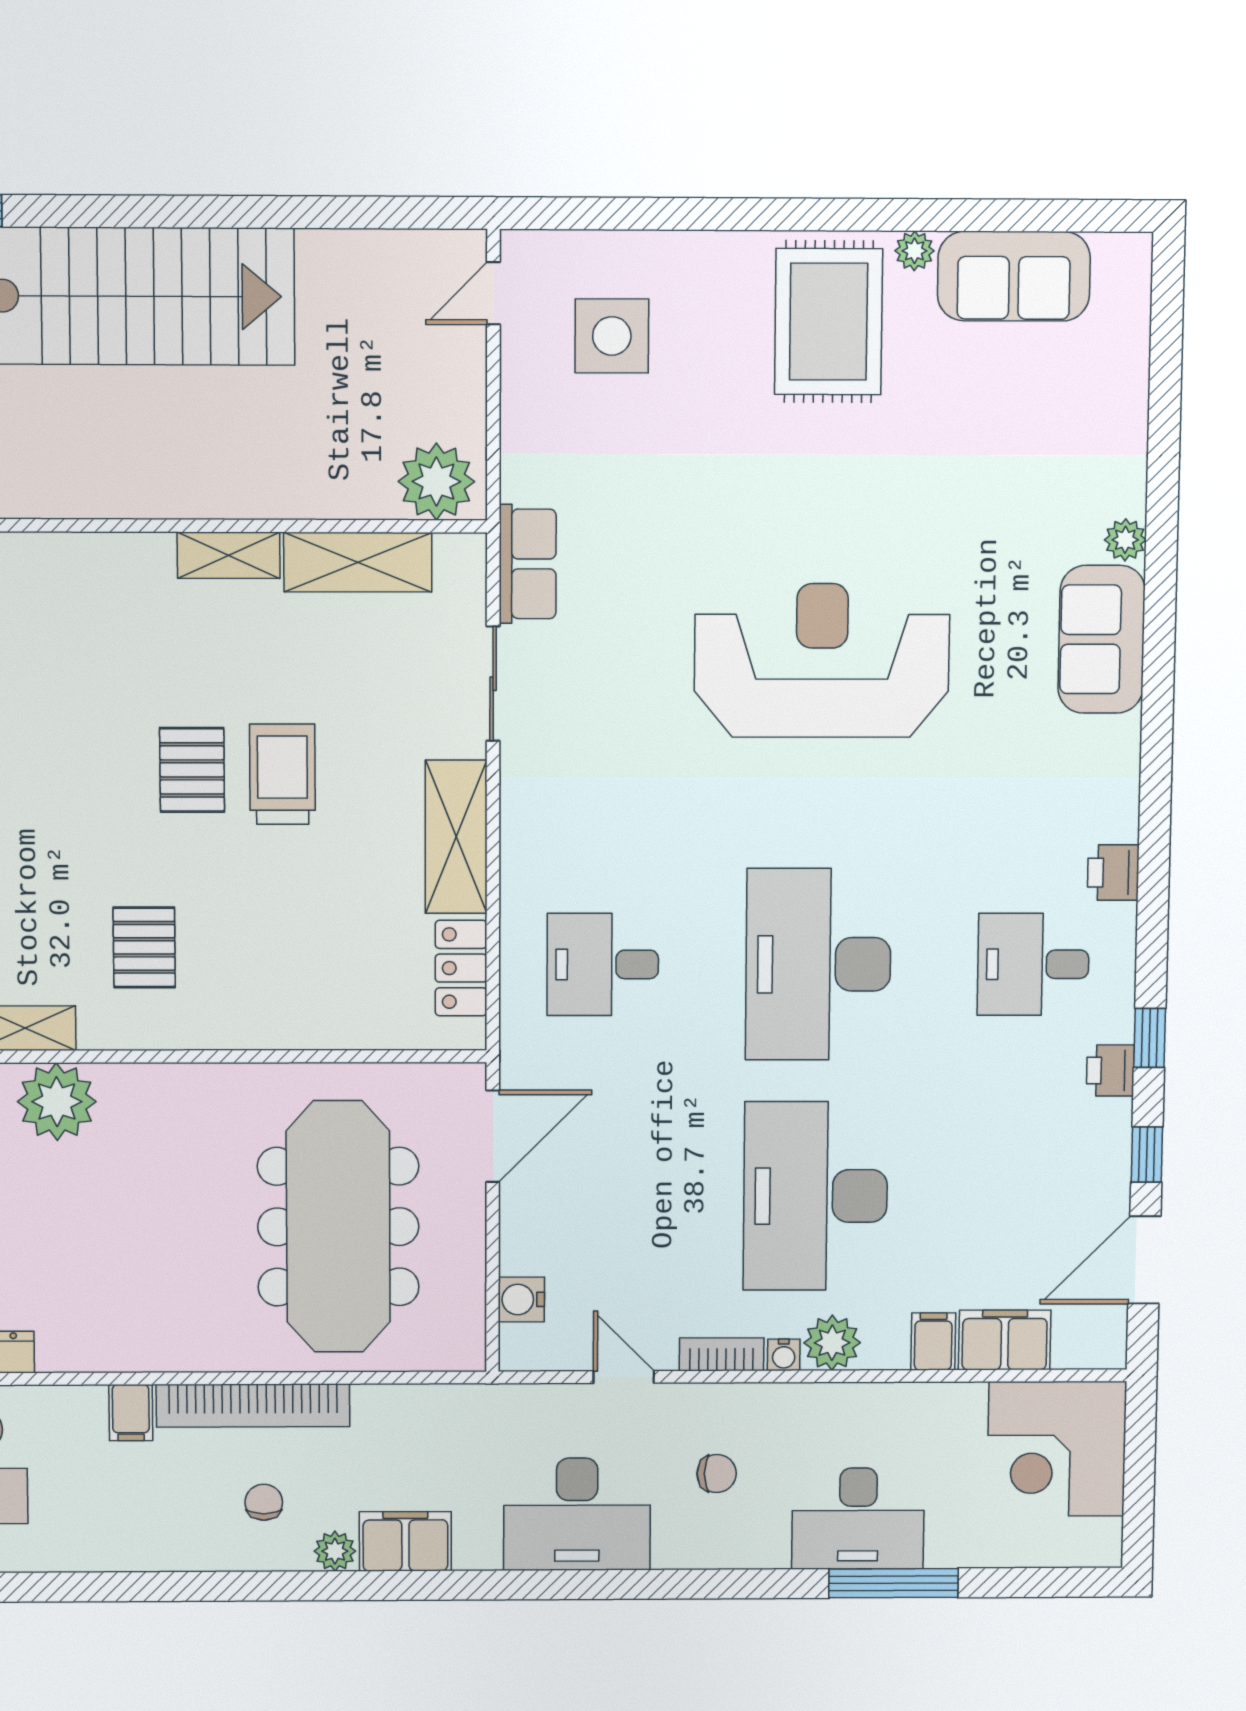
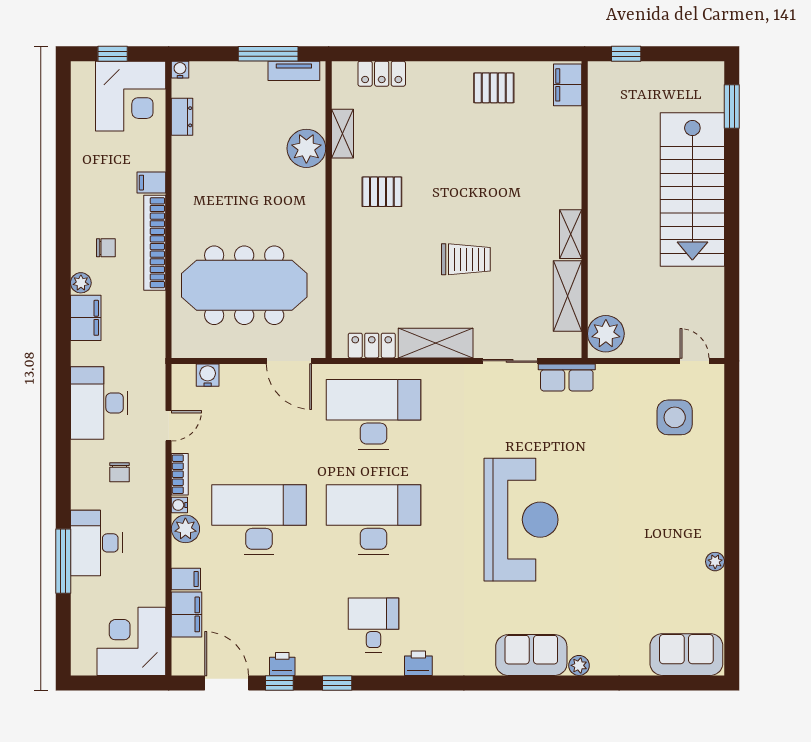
sofa: (1014, 276) -> (686, 655), moved, turned 90
rug: (829, 322) -> (682, 521), removed
pallet: (192, 770) -> (468, 216), removed
desk: (603, 964) -> (374, 415), width x1.87, depth x1.30
printer: (1110, 1070) -> (282, 664), moved

